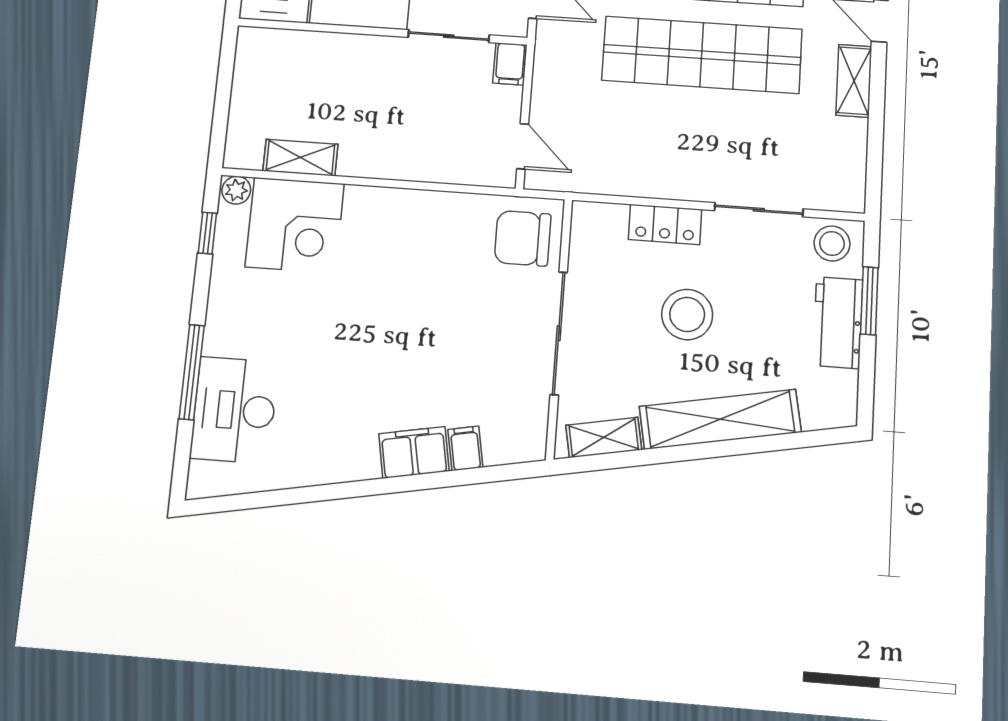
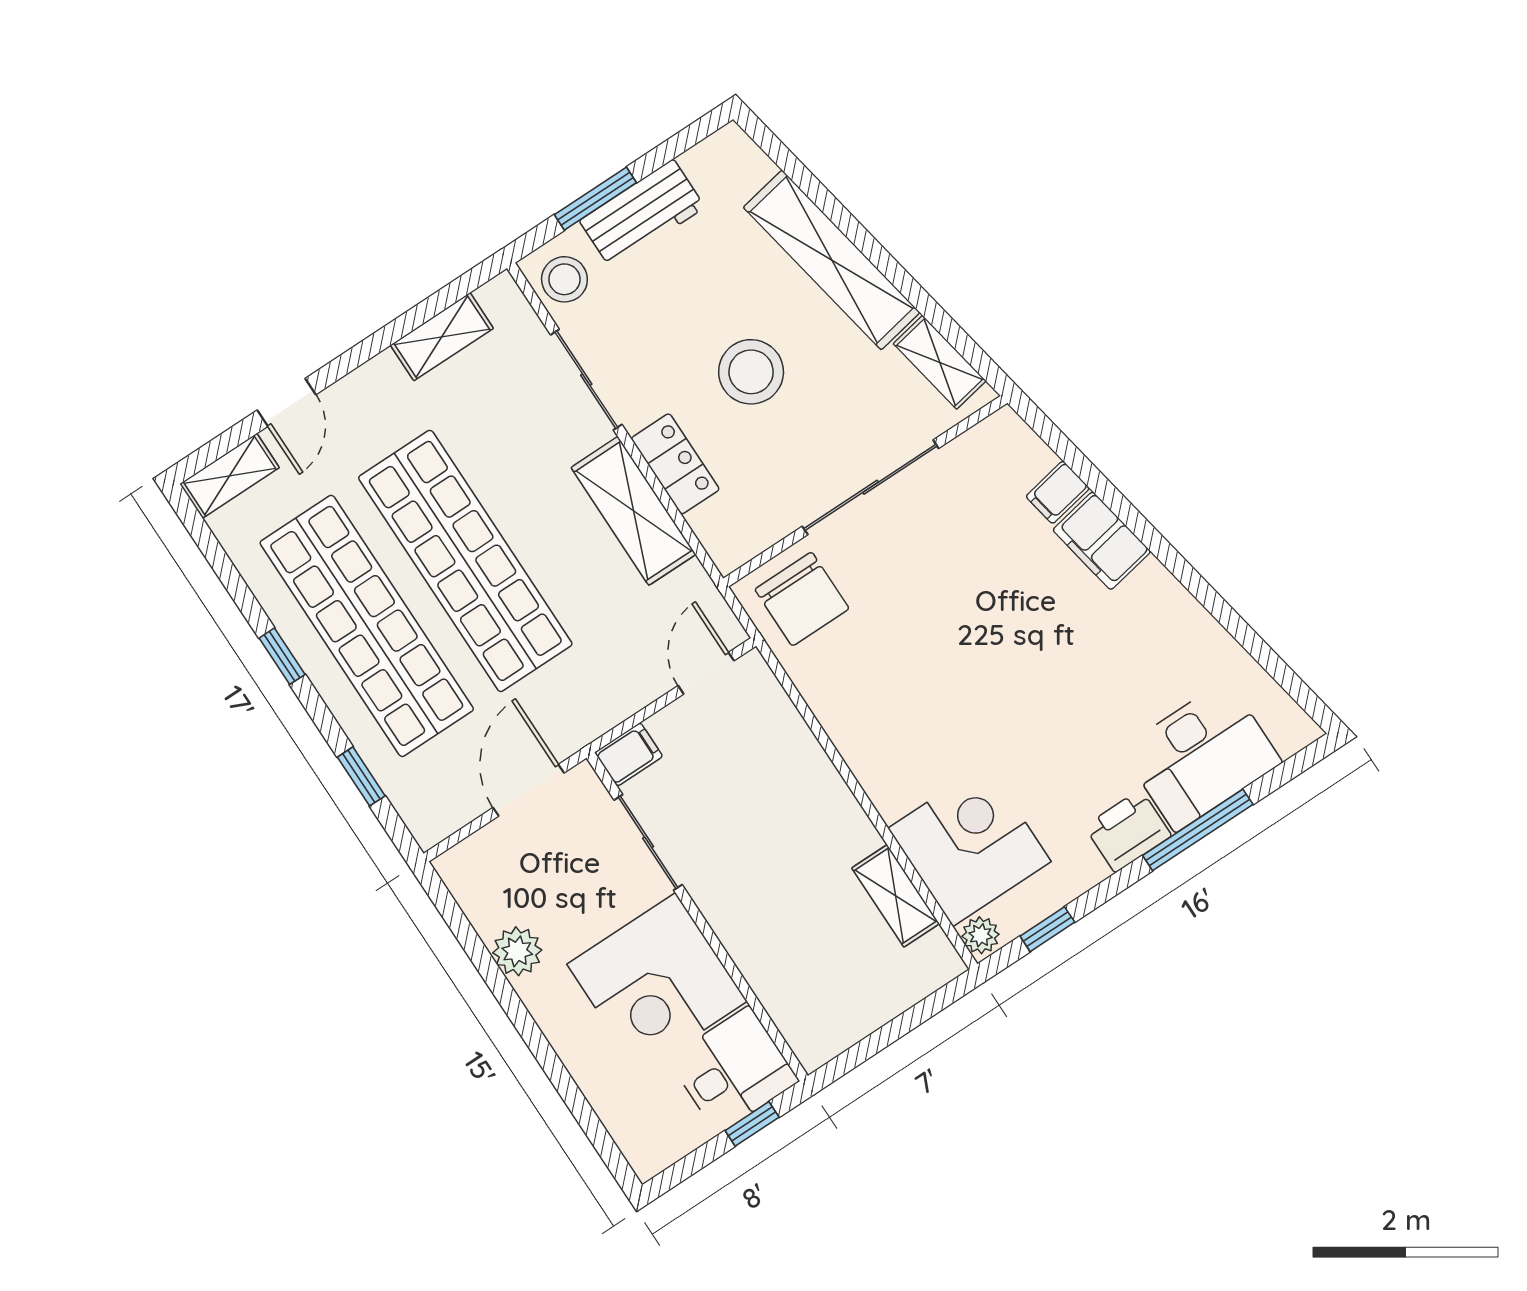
shelving: (854, 81) -> (442, 337), moved
shelving: (655, 177) -> (633, 511), added
printer: (226, 328) -> (1128, 831), added

